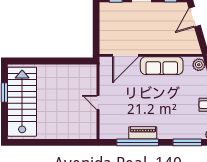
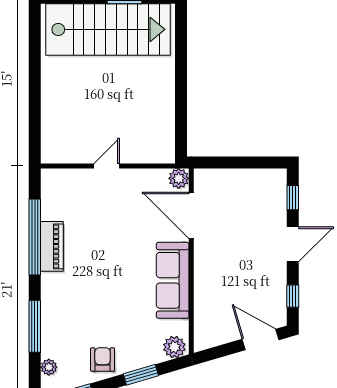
plant: (105, 62) -> (179, 178), added

